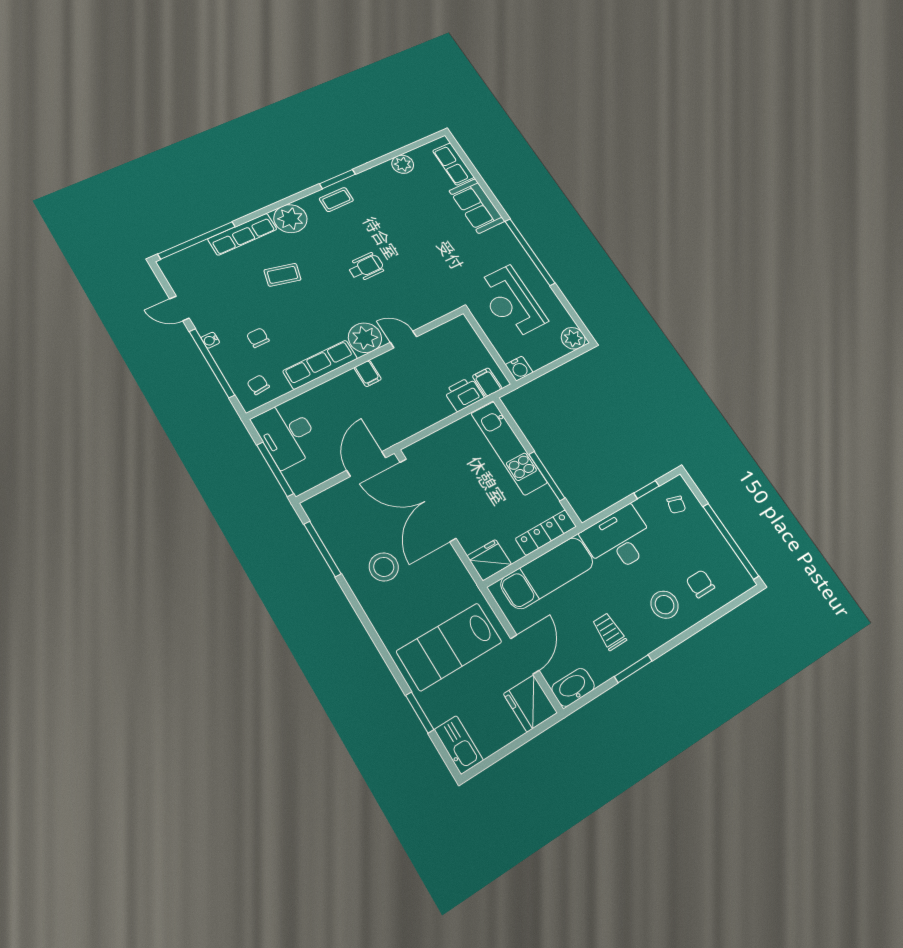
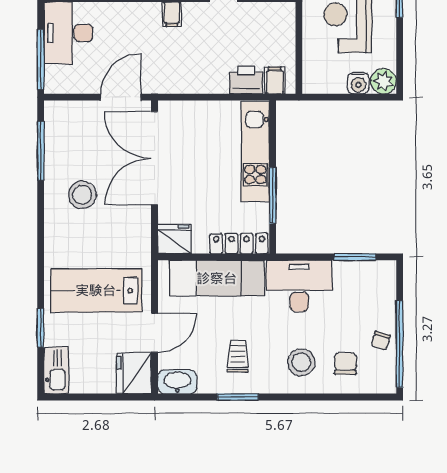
water cooler: (519, 369) -> (358, 83), moved
window: (646, 489) -> (355, 257), width x1.50
chair: (676, 505) -> (381, 341), moved

